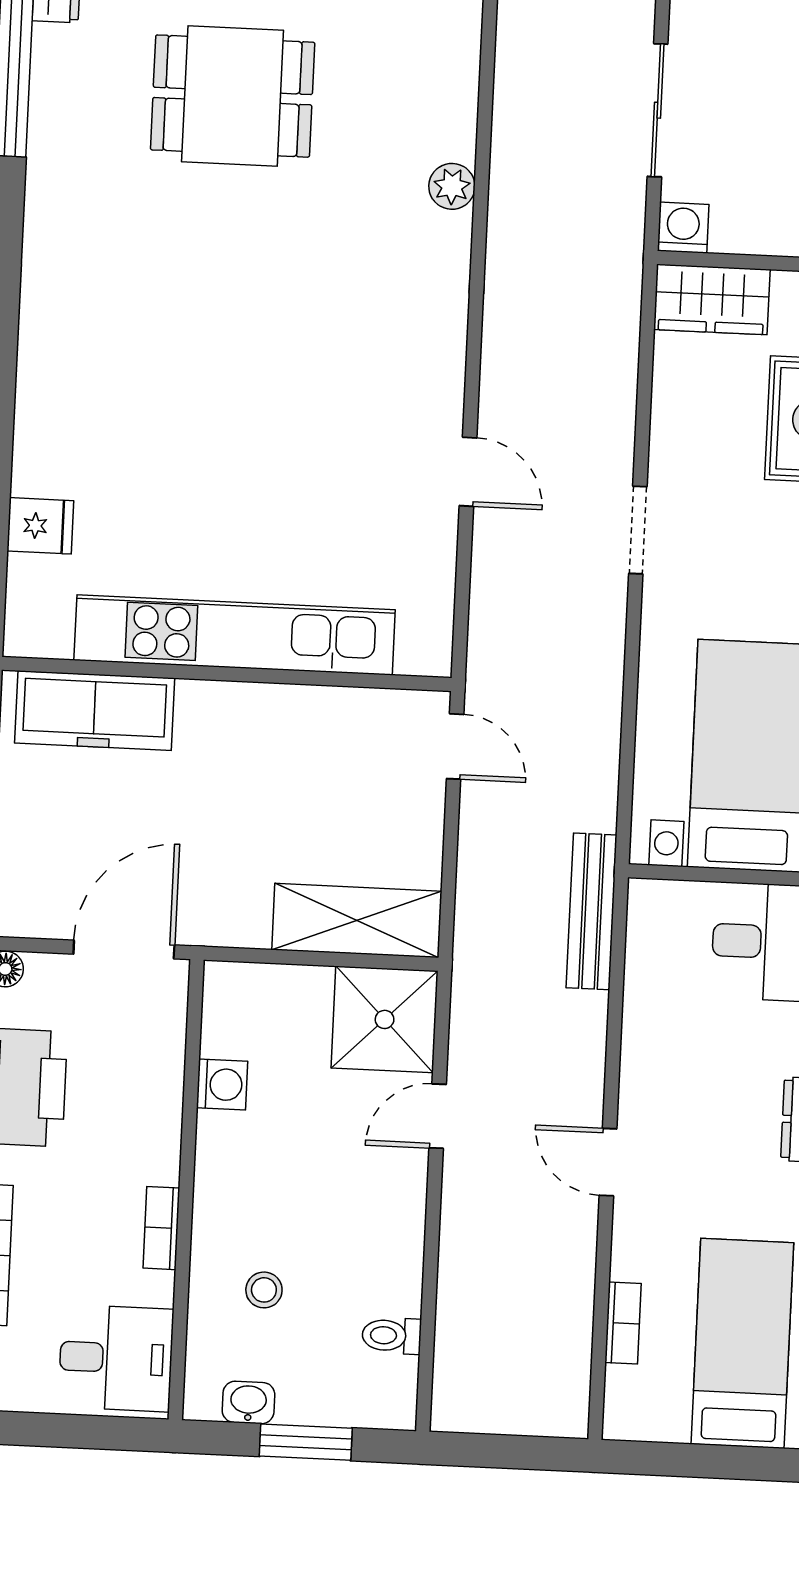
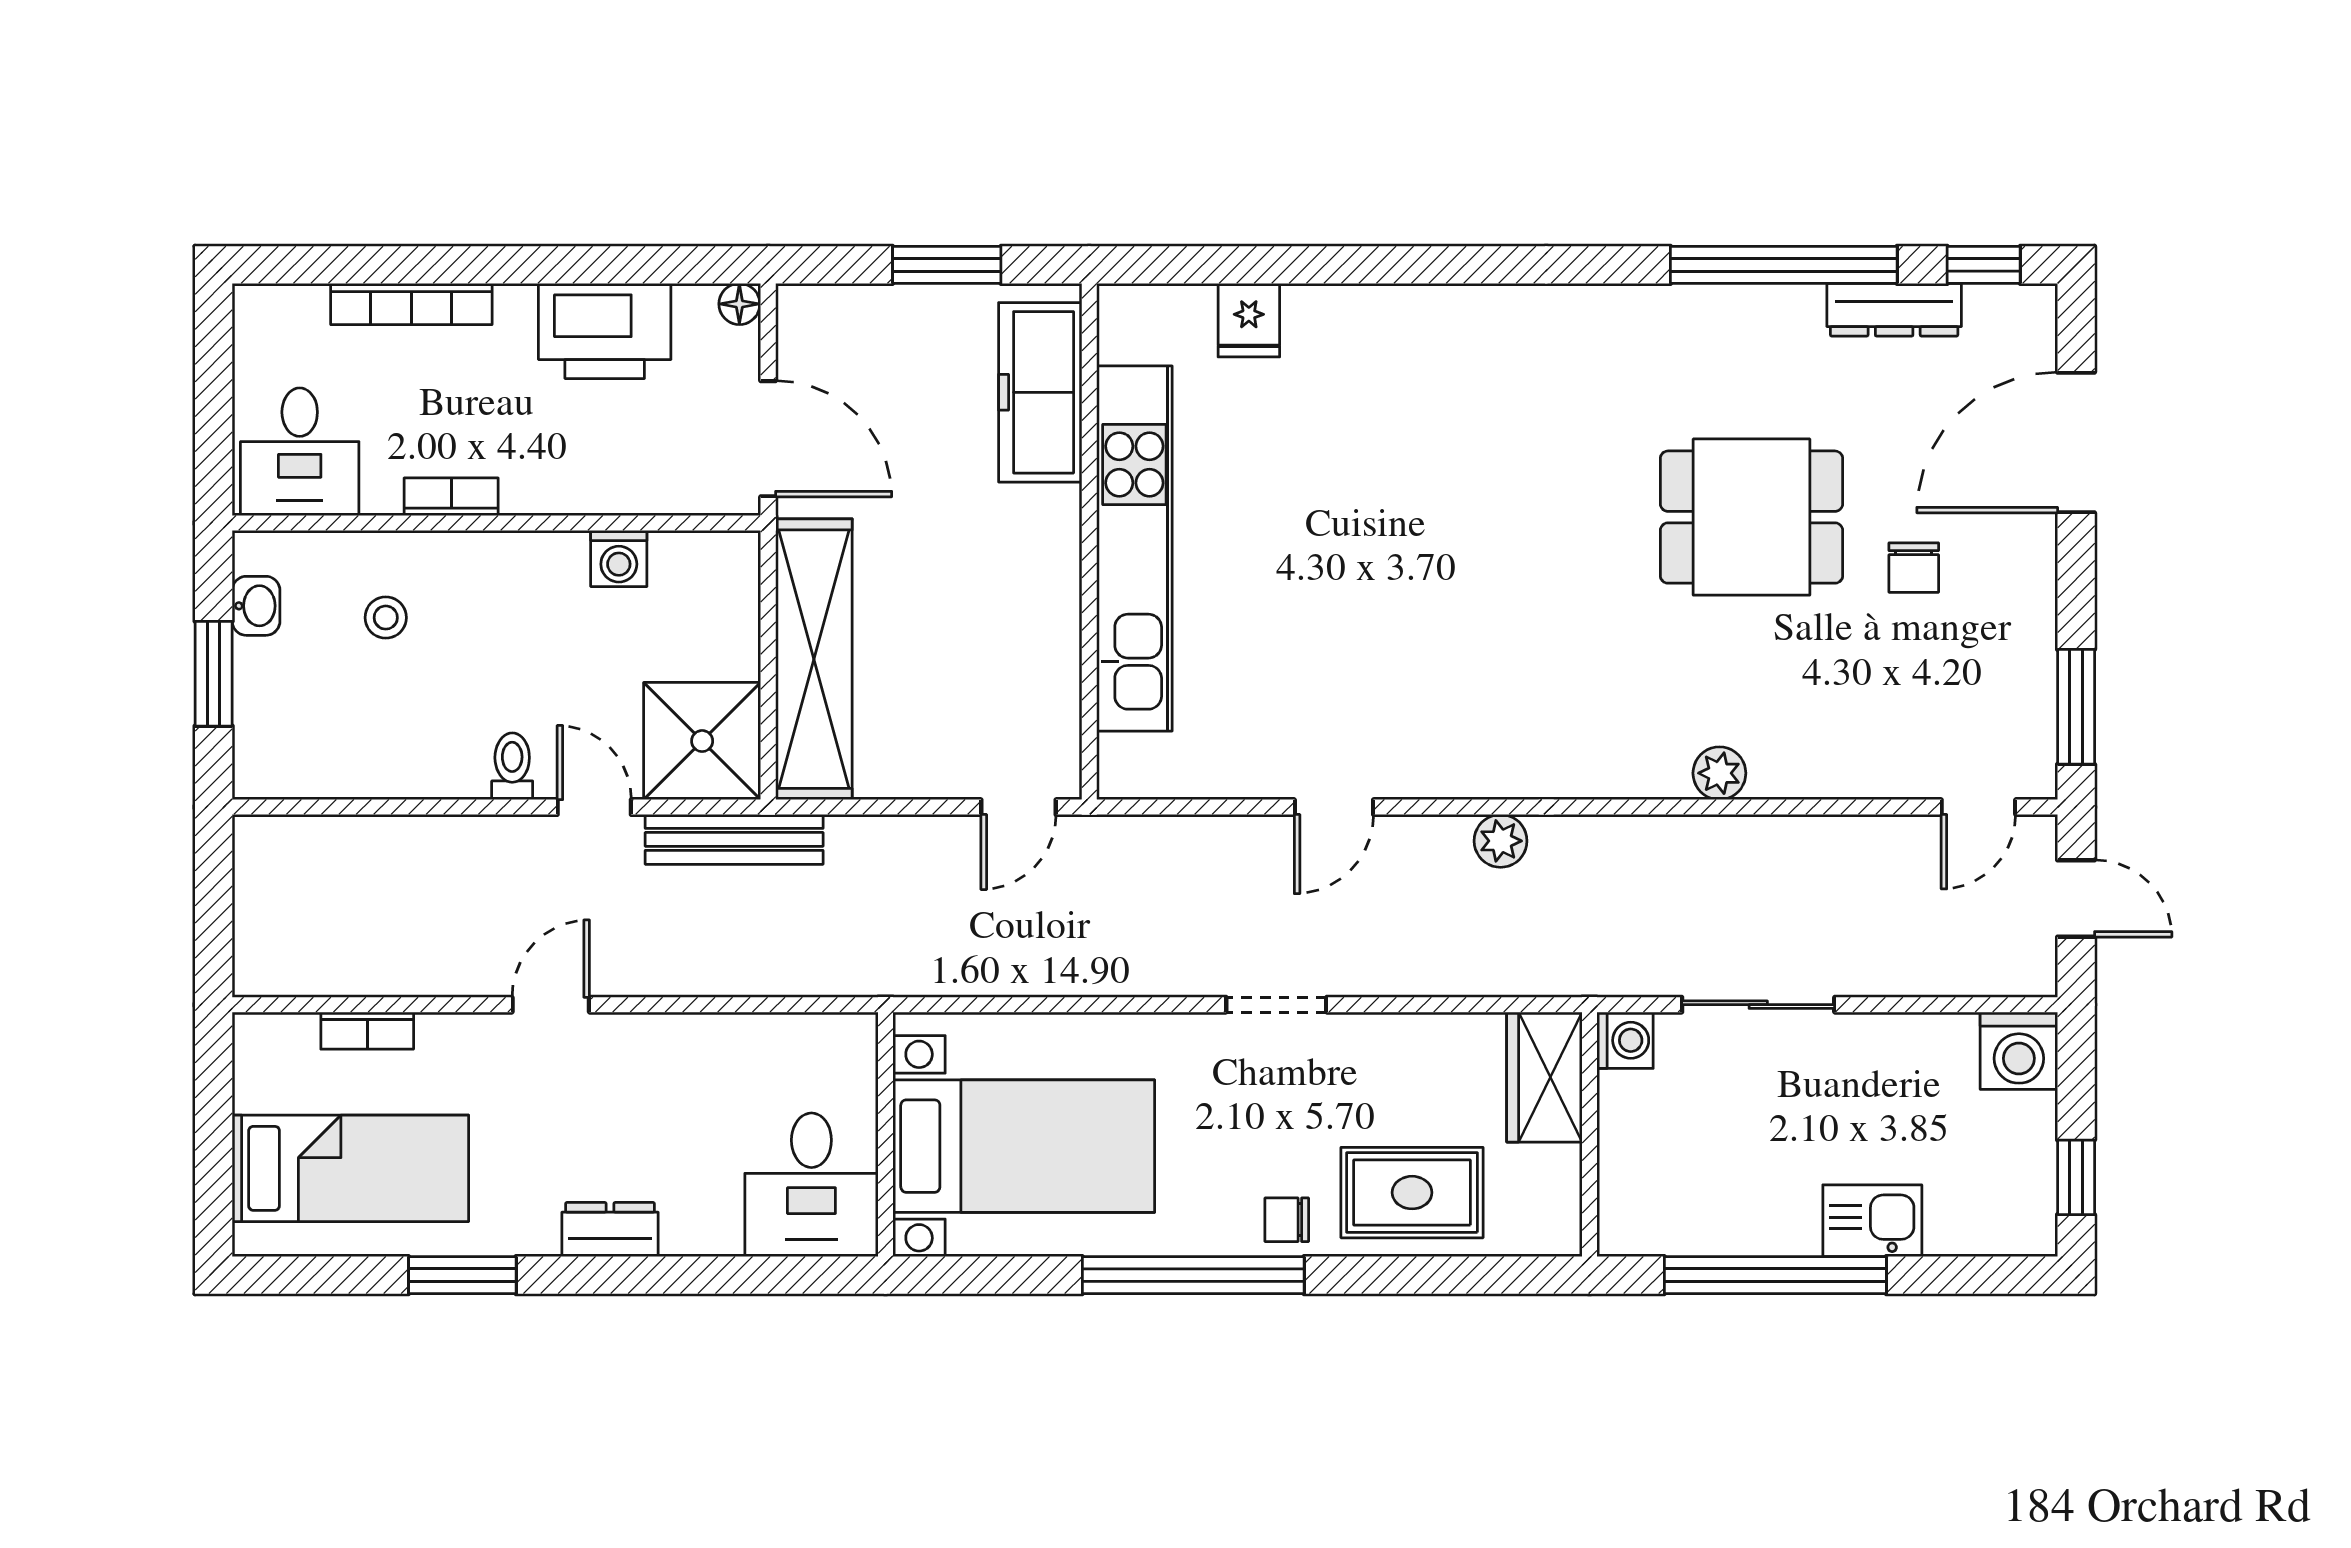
dining table: (233, 96) -> (1751, 517), turned 90
plant: (452, 186) -> (1719, 773), moved
plant: (504, 328) -> (1501, 841), added
bench: (592, 911) -> (734, 839), moved
shelving: (357, 921) -> (814, 659), width x1.47
toilet: (392, 1336) -> (512, 766), moved

